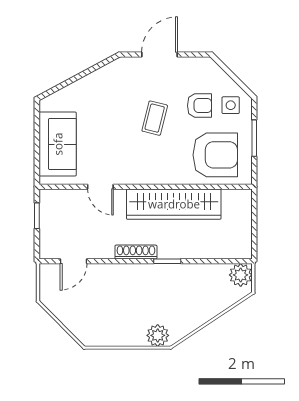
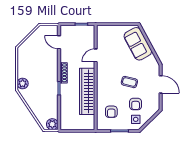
sofa: (58, 144) -> (138, 44), moved, turned 62
armchair: (215, 155) -> (111, 112), width x0.53, depth x0.53

